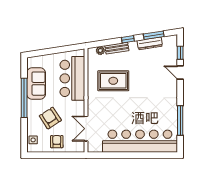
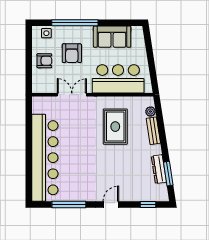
window: (128, 39) -> (164, 143), removed
door: (180, 73) -> (111, 204), moved
window: (24, 98) -> (75, 23), moved
armchair: (50, 118) -> (72, 53), turned 123
double door: (86, 129) -> (72, 95), moved

